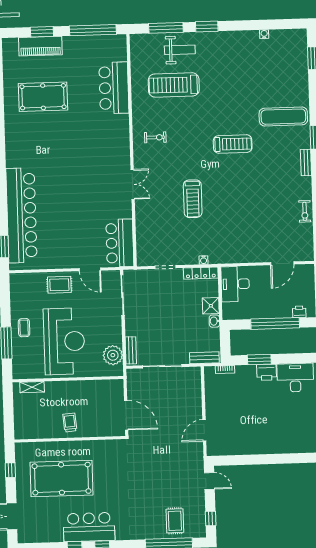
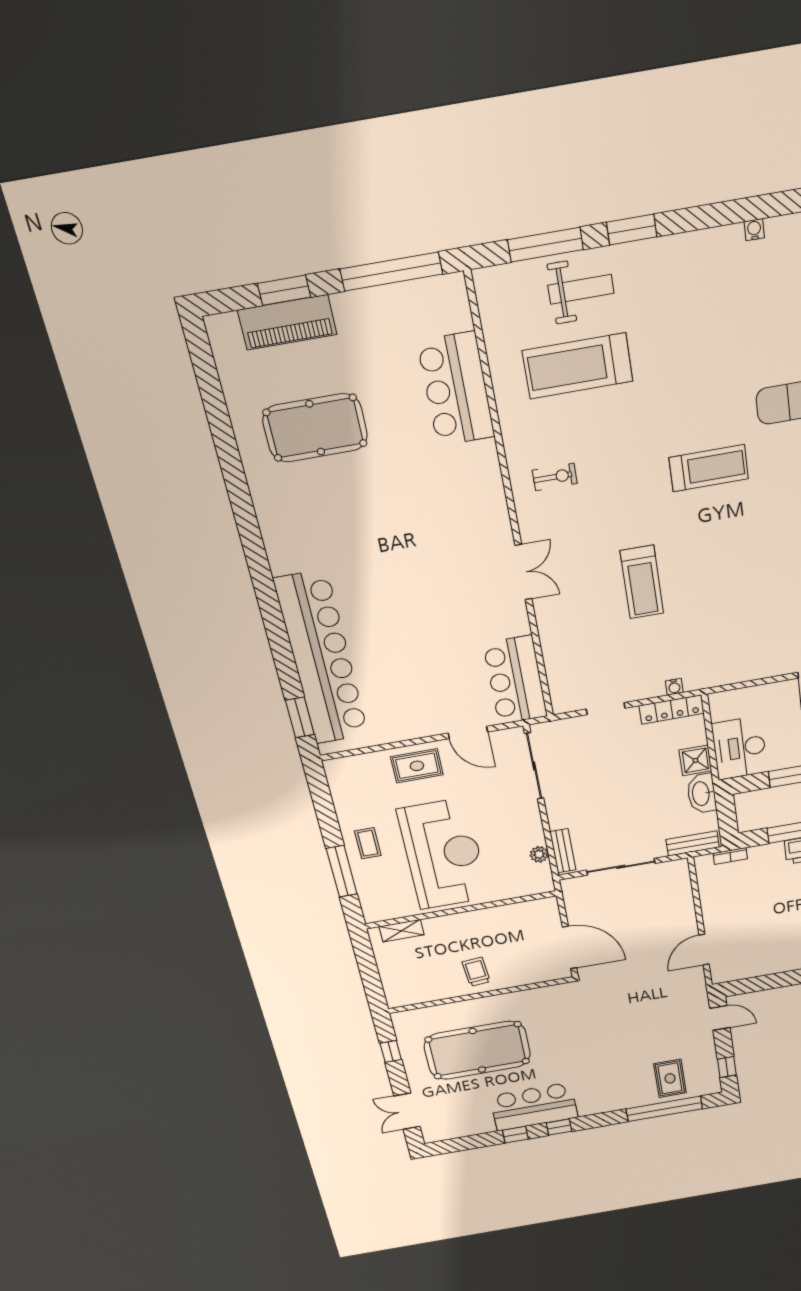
desk: (235, 284) -> (739, 748), moved
washbasin: (214, 321) -> (702, 794), width x1.91, depth x1.45
plant: (113, 355) -> (539, 854), width x0.53, depth x0.53

